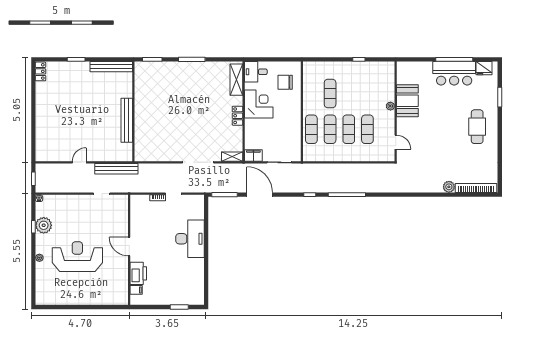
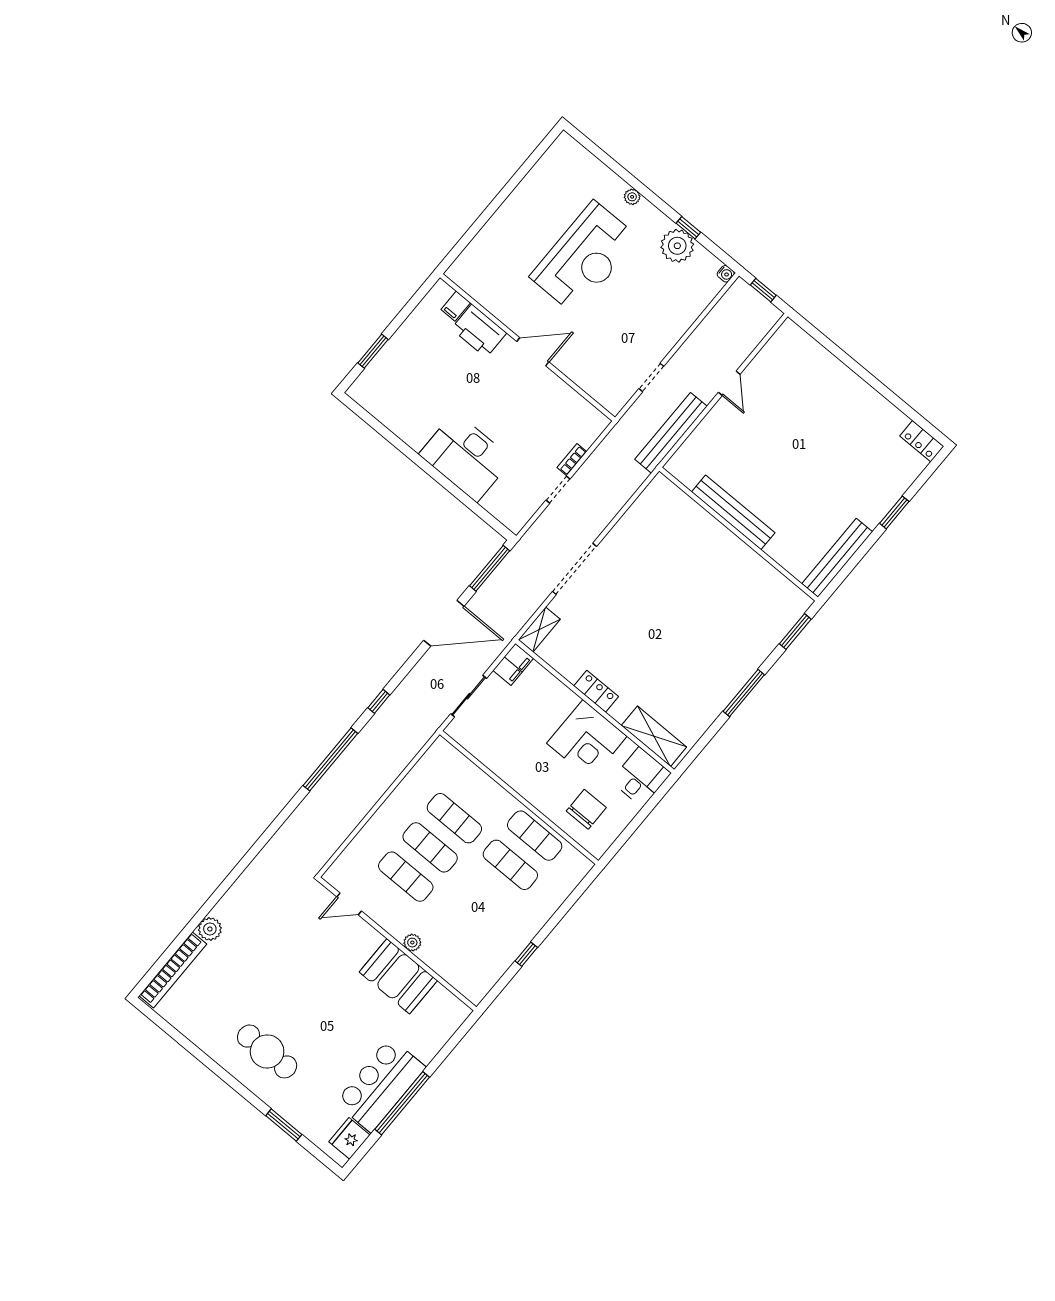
exercise mat: (311, 129) -> (535, 836), moved

